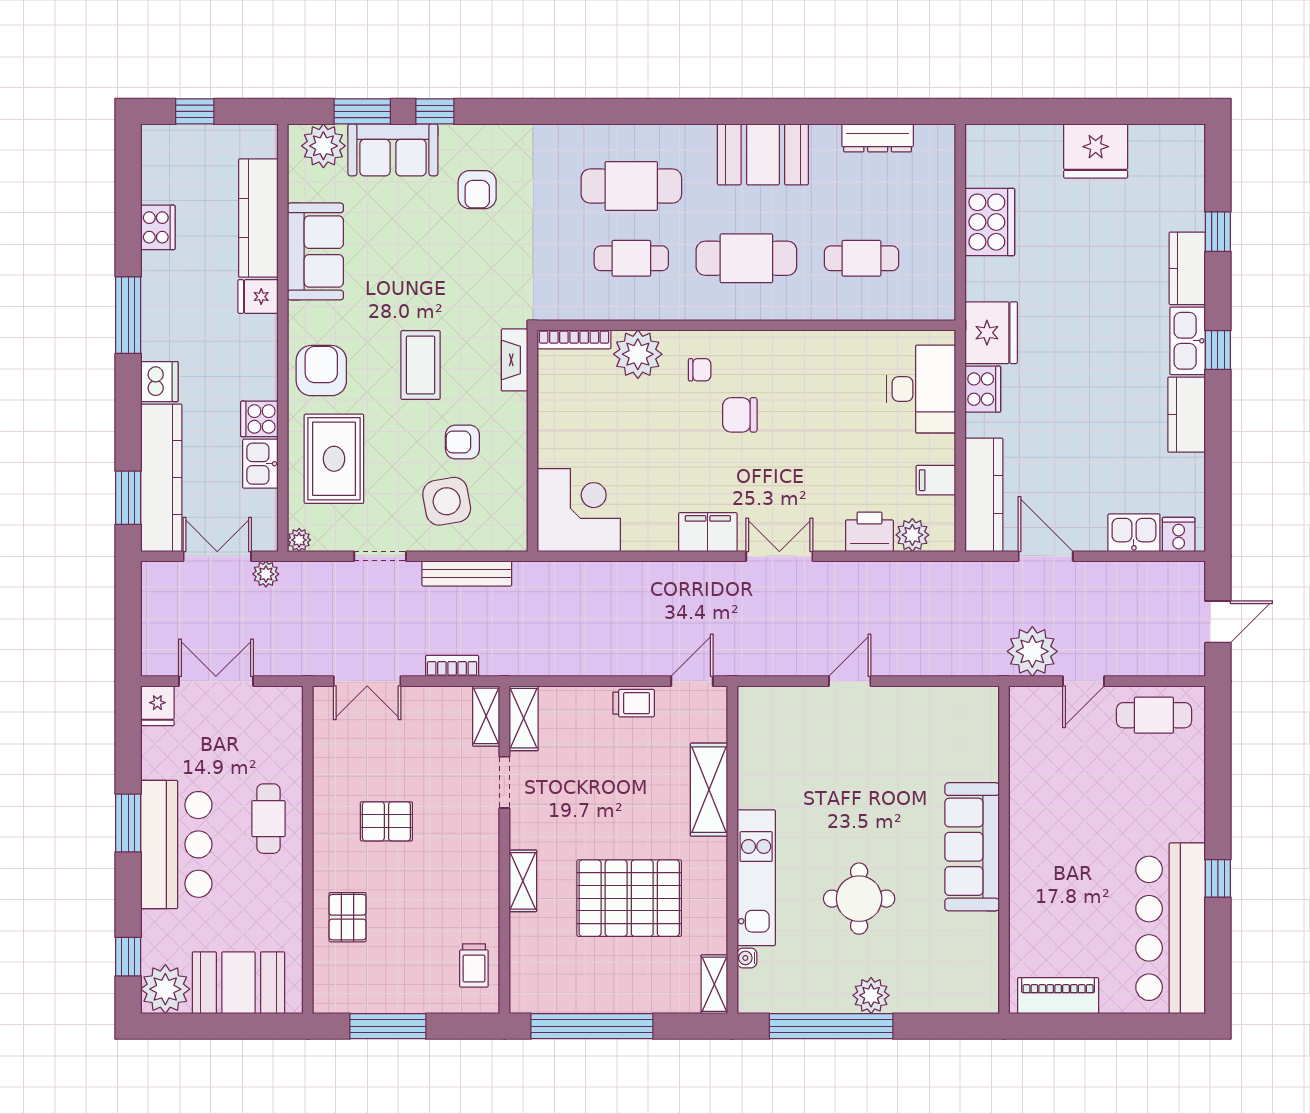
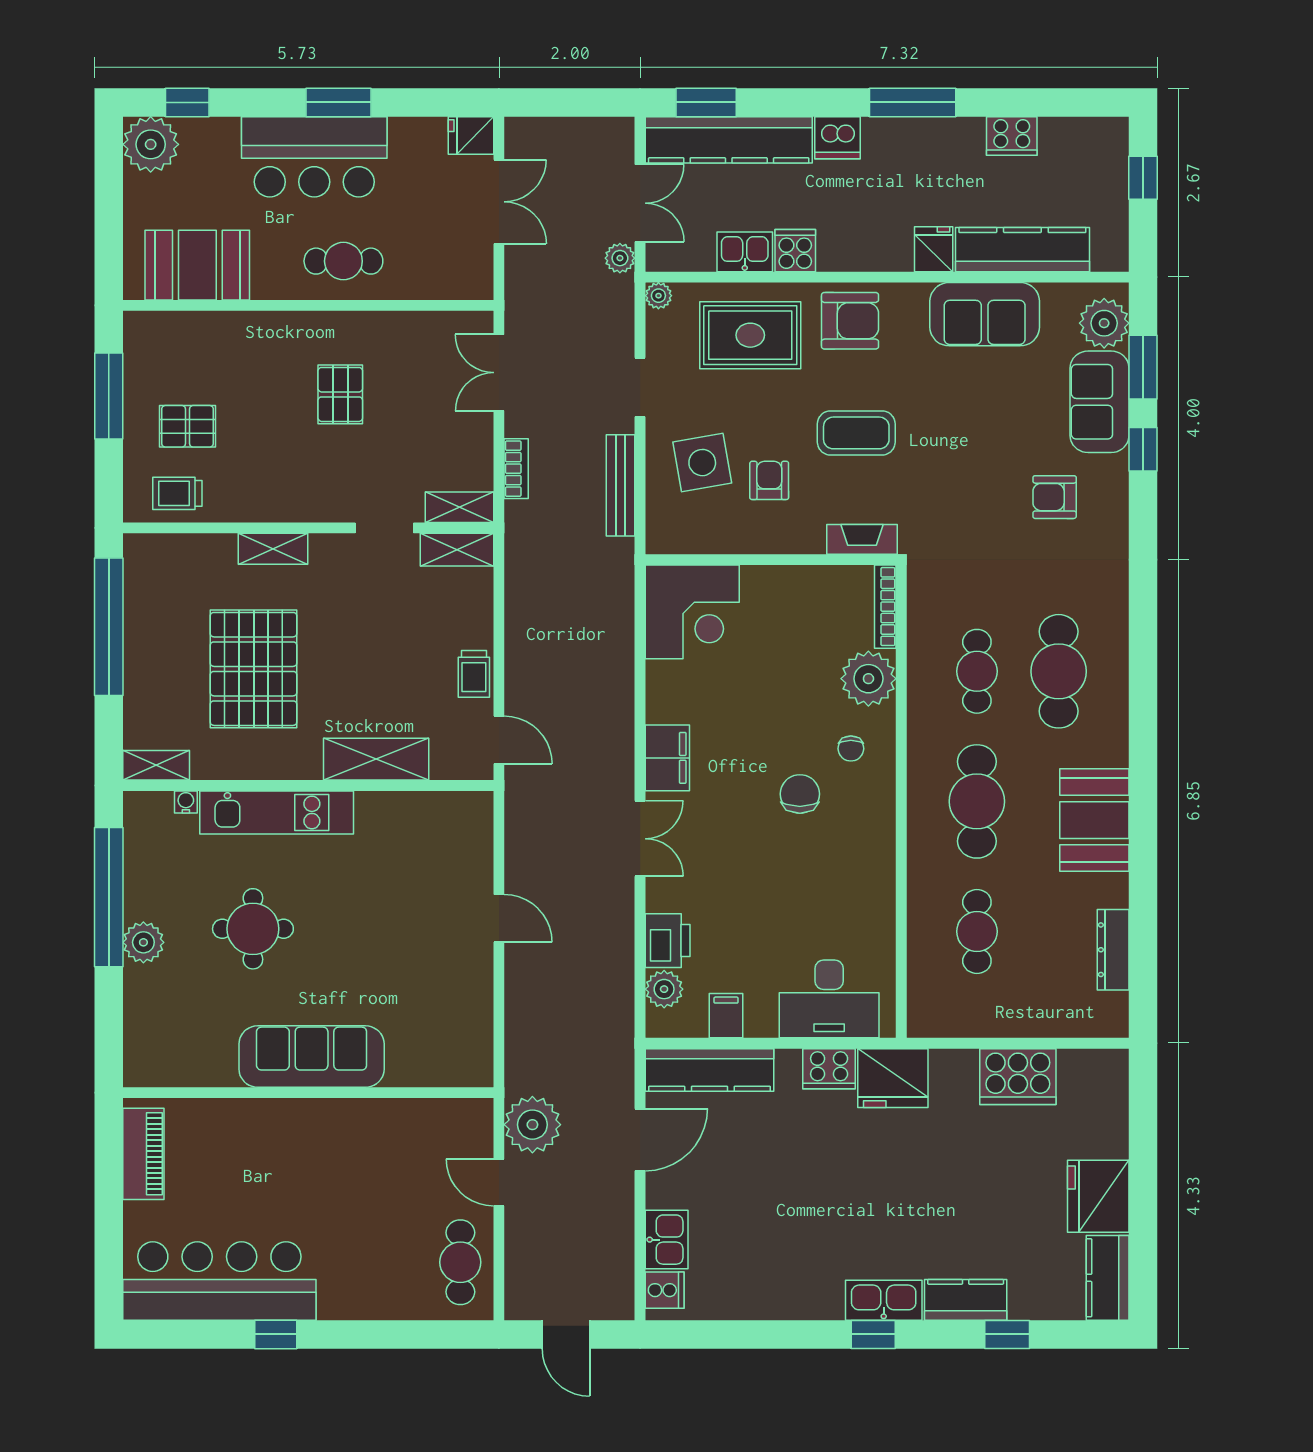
kitchen counter: (1187, 415) -> (1108, 1278), moved, turned -90
pallet: (348, 917) -> (188, 426), moved
booth: (238, 983) -> (197, 265), moved, turned 90

